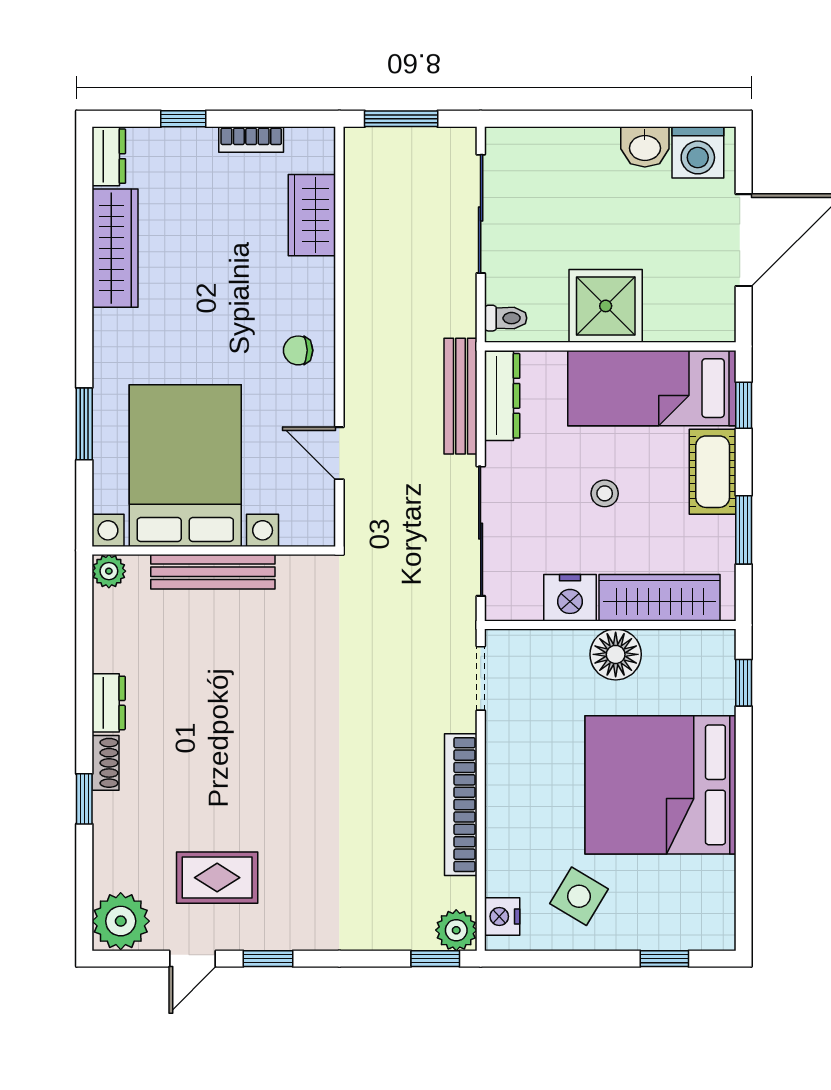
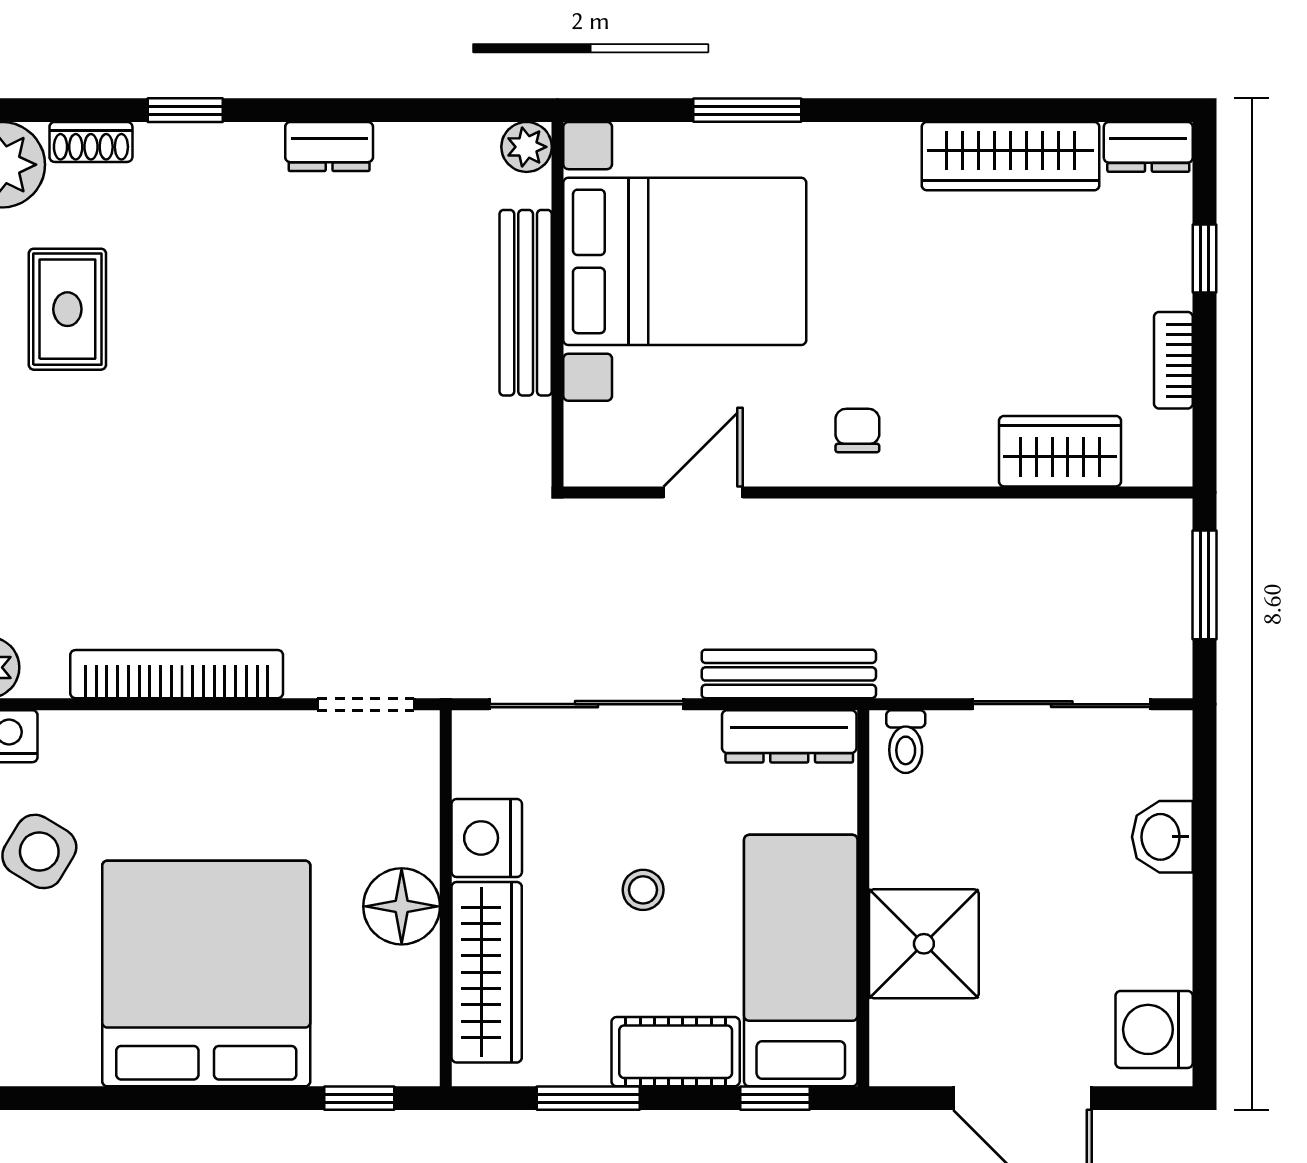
washbasin: (645, 147) -> (1162, 837), moved
shower: (606, 306) -> (924, 944), moved
shoe rack: (106, 763) -> (91, 142), moved

